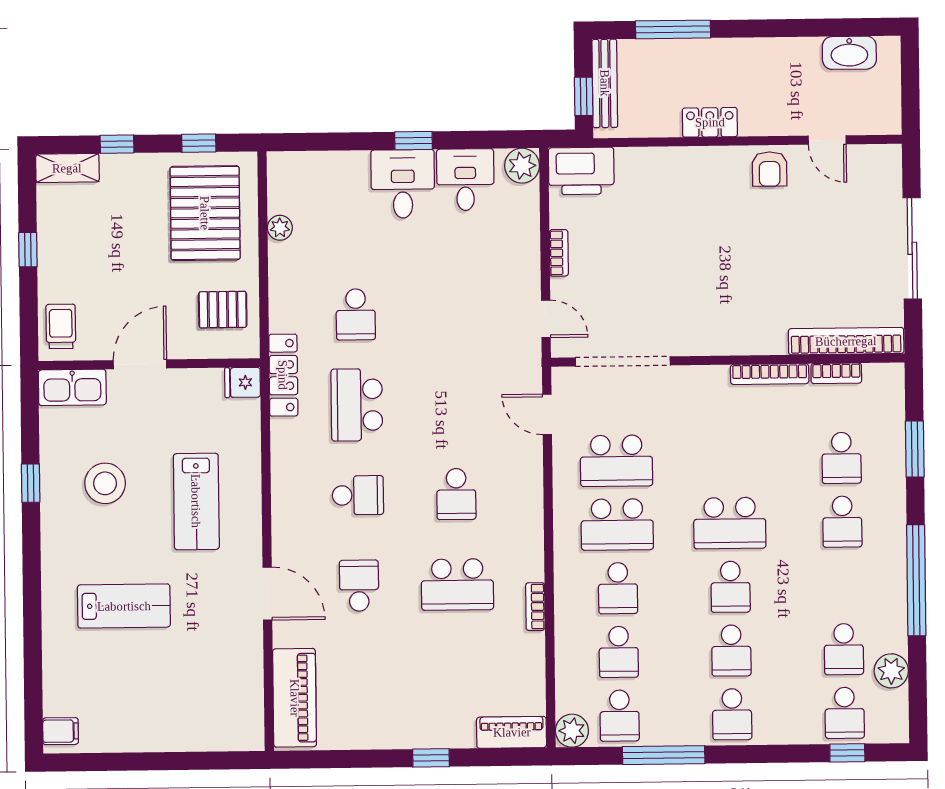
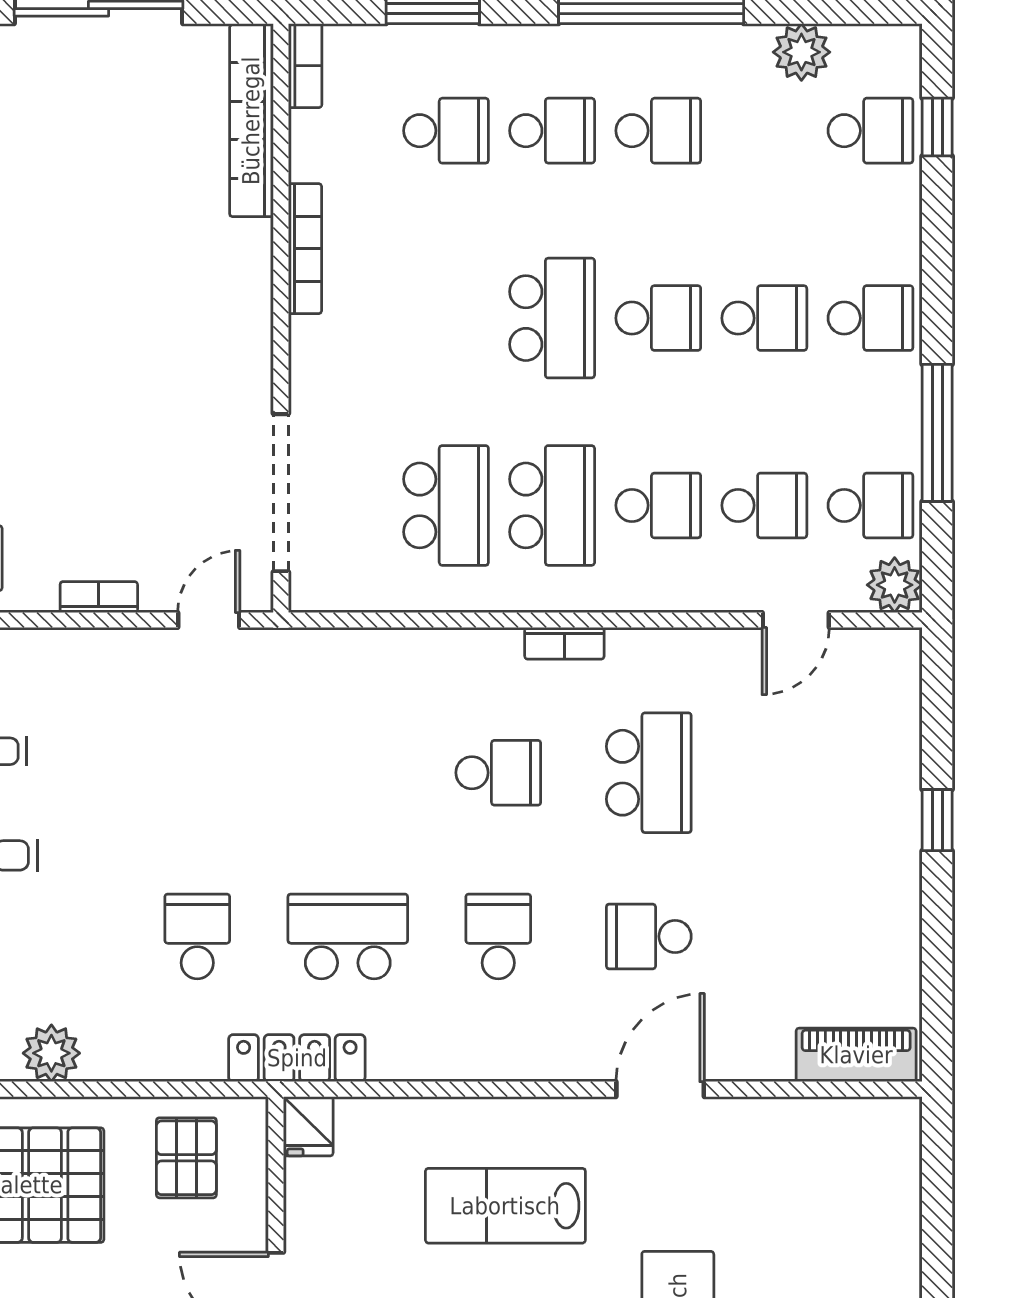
plant: (280, 228) -> (51, 1053), width x1.38, depth x1.38
school desk: (356, 314) -> (197, 936), turned -90
bookcase: (836, 373) -> (305, 66), moved
school desk: (357, 405) -> (348, 936), turned 180
door: (547, 414) -> (796, 620), moved
lab bench: (196, 501) -> (505, 1206), turned 180
bookcase: (535, 607) -> (564, 643), moved
school desk: (844, 649) -> (658, 131), moved
piano: (295, 698) -> (856, 1055), width x0.73, depth x0.75
piano: (512, 732) -> (896, 686), removed

